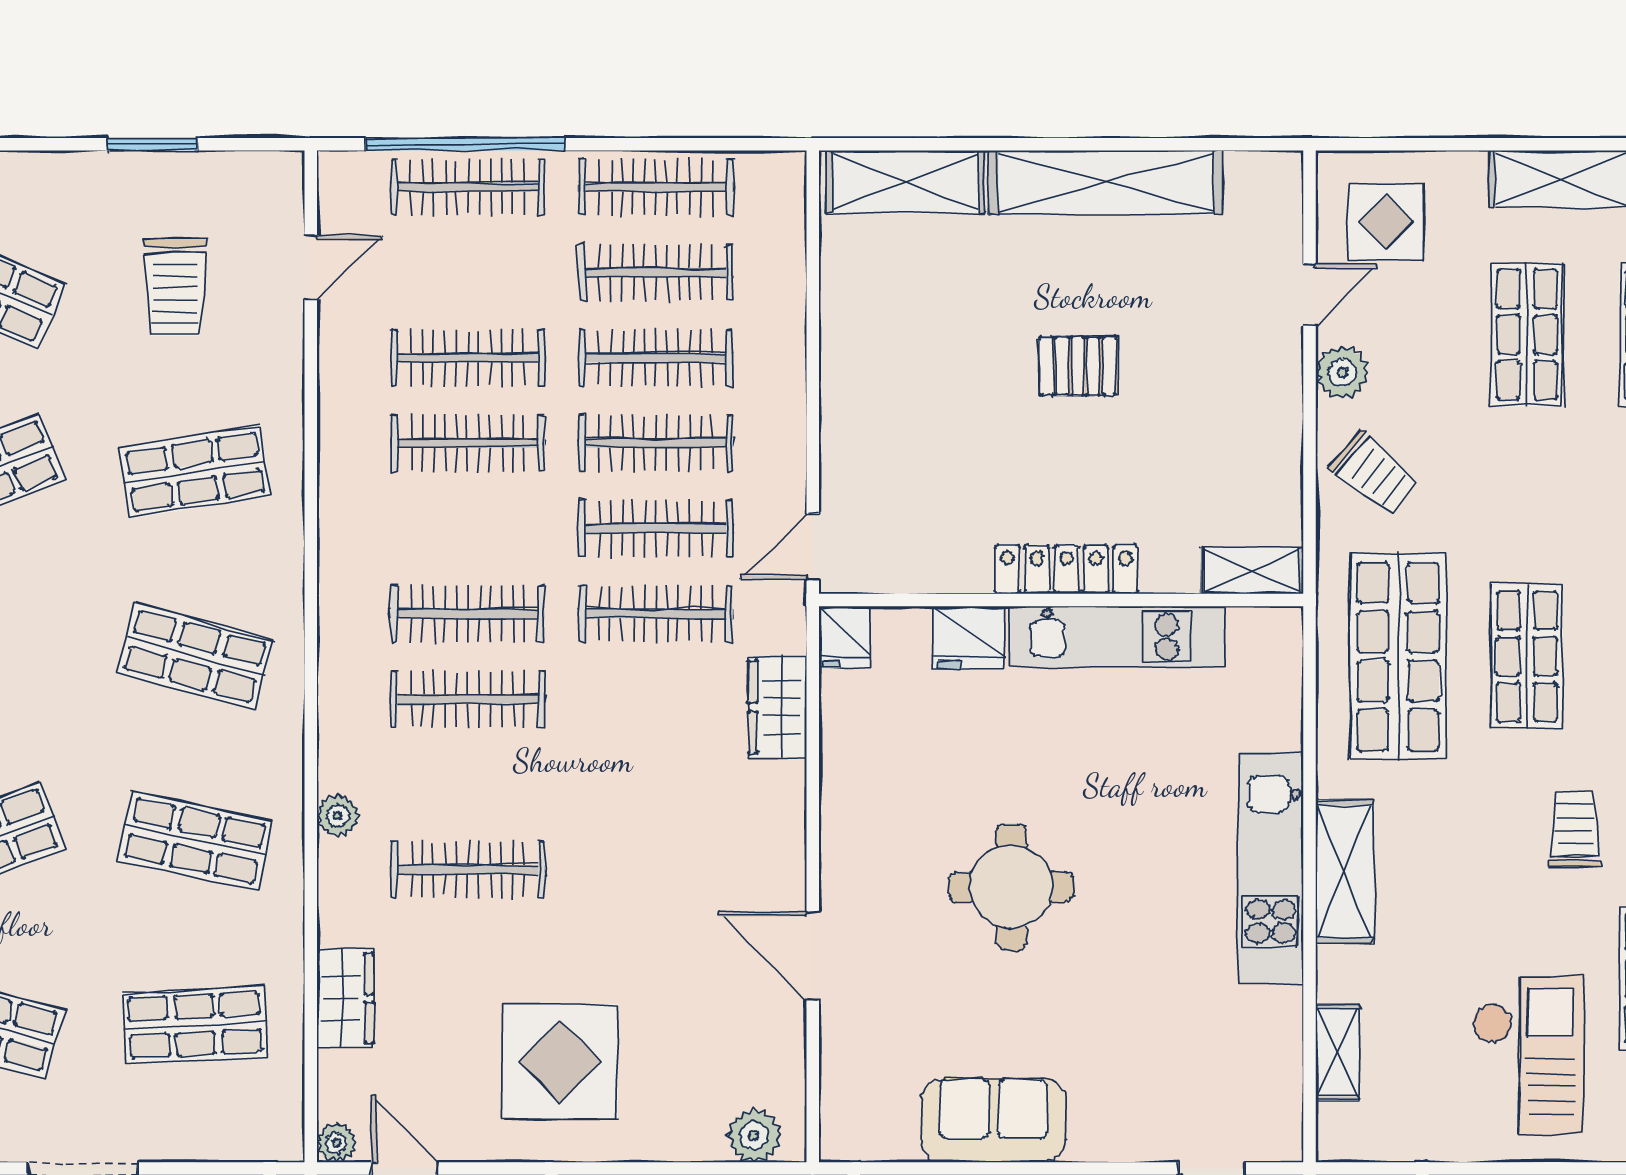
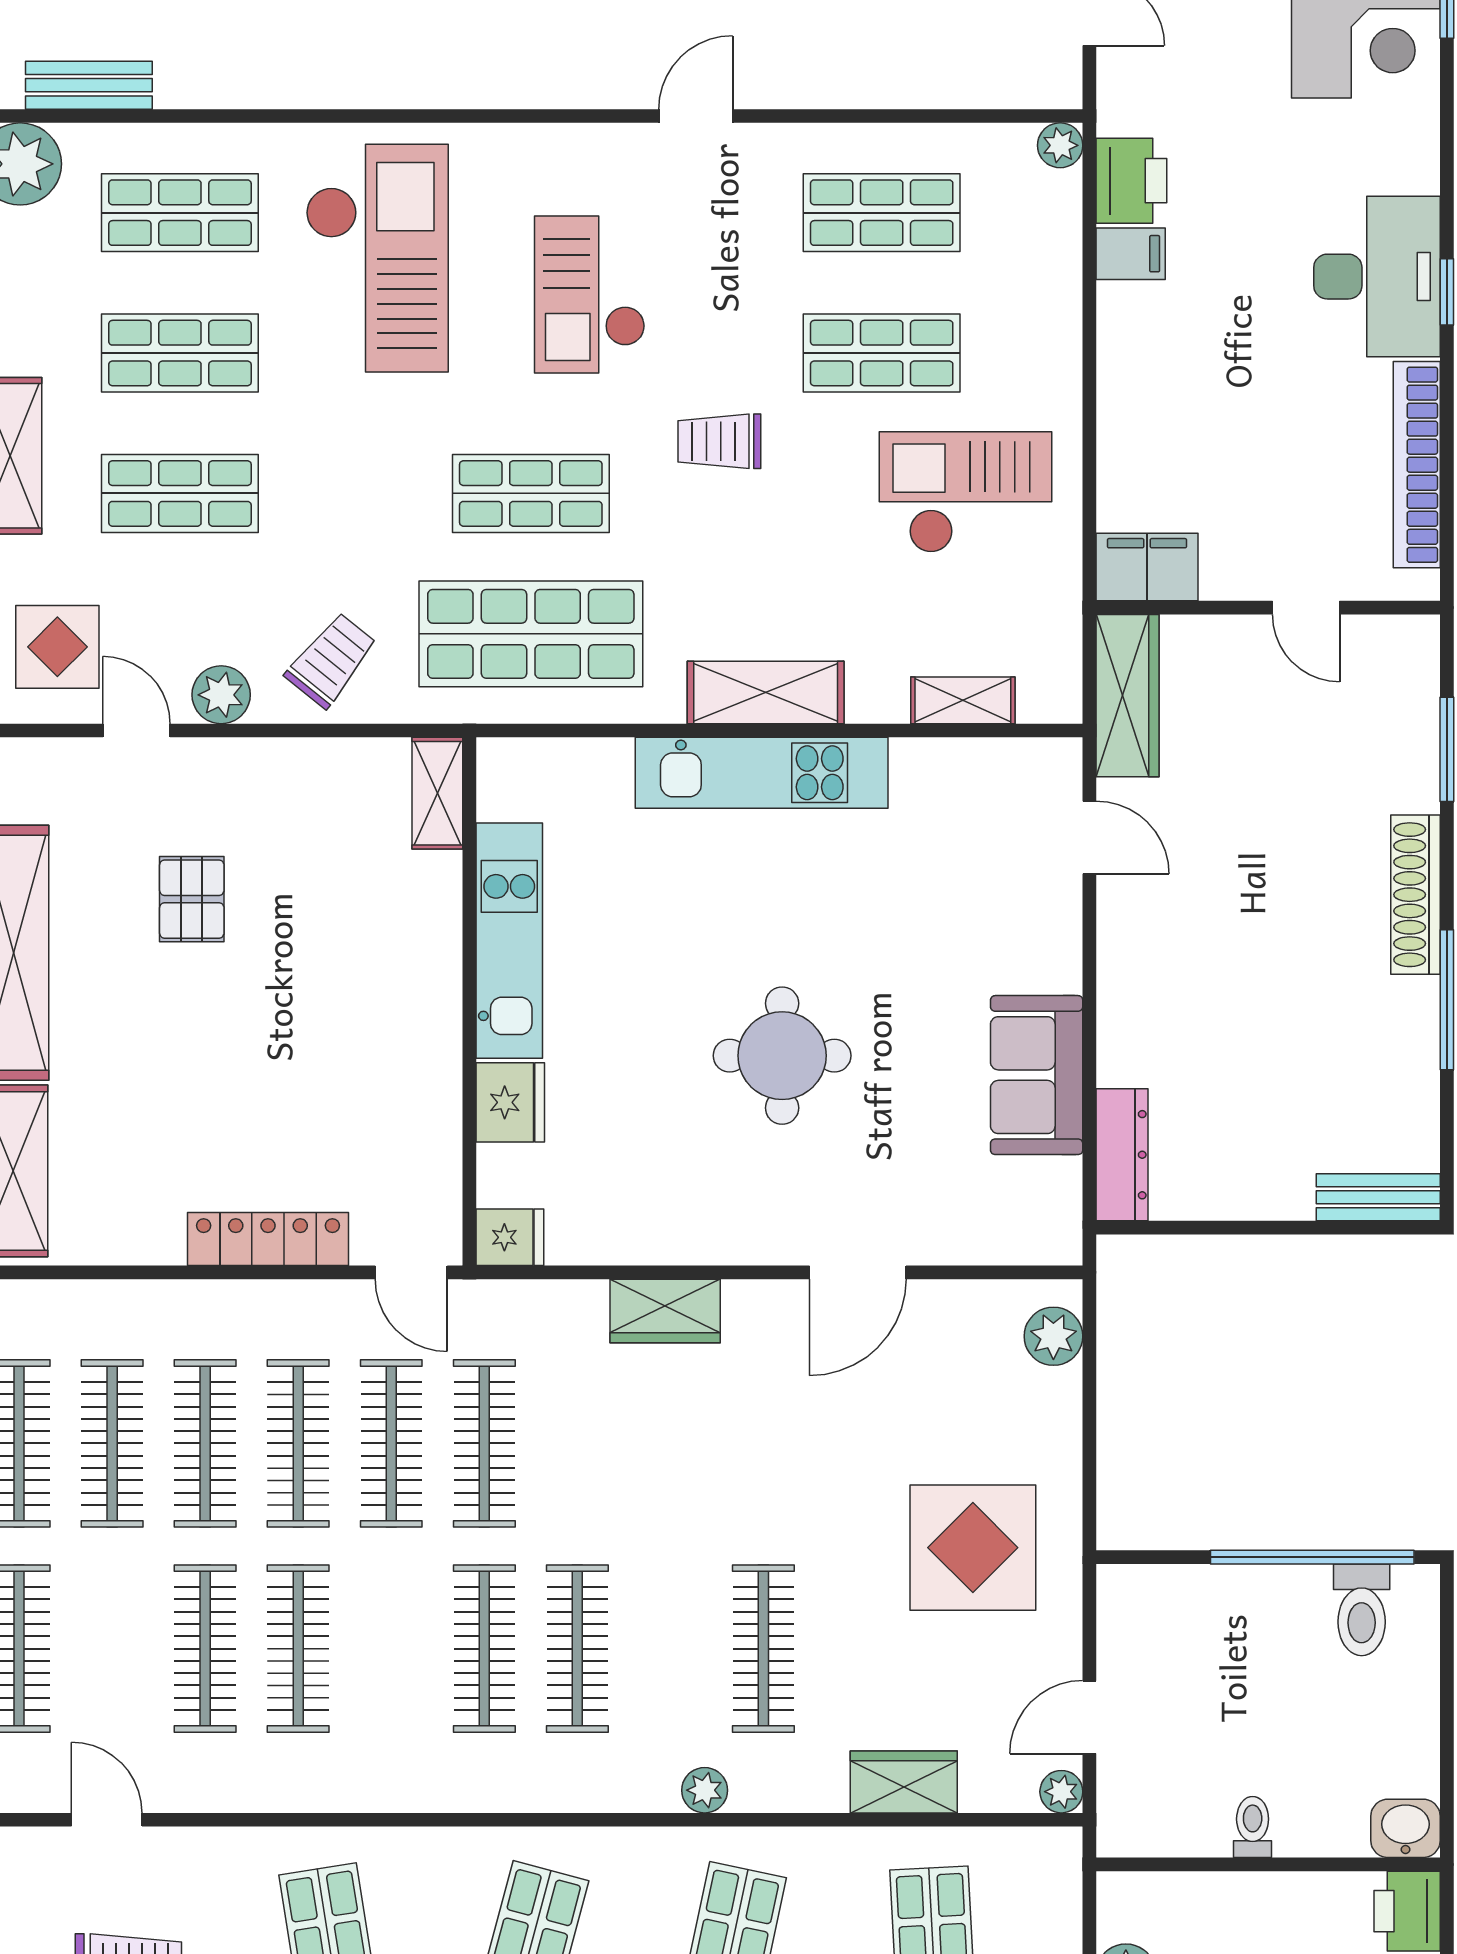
pallet: (1078, 366) -> (192, 899), moved
locker: (1066, 569) -> (268, 1239), moved, turned 90
wardrobe: (777, 707) -> (665, 1311), moved

